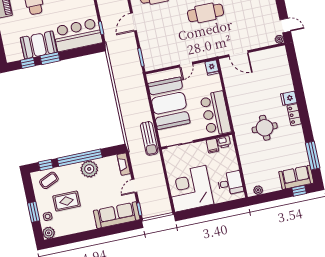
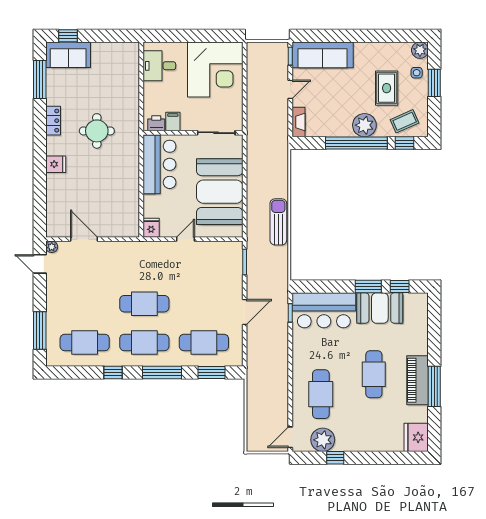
door: (238, 54) -> (84, 239), moved
locker: (294, 115) -> (53, 121), moved
sun lounger: (149, 138) -> (278, 222), moved
plant: (89, 169) -> (364, 125), moved
plant: (258, 190) -> (124, 48), removed
rug: (67, 201) -> (387, 88), turned 90

